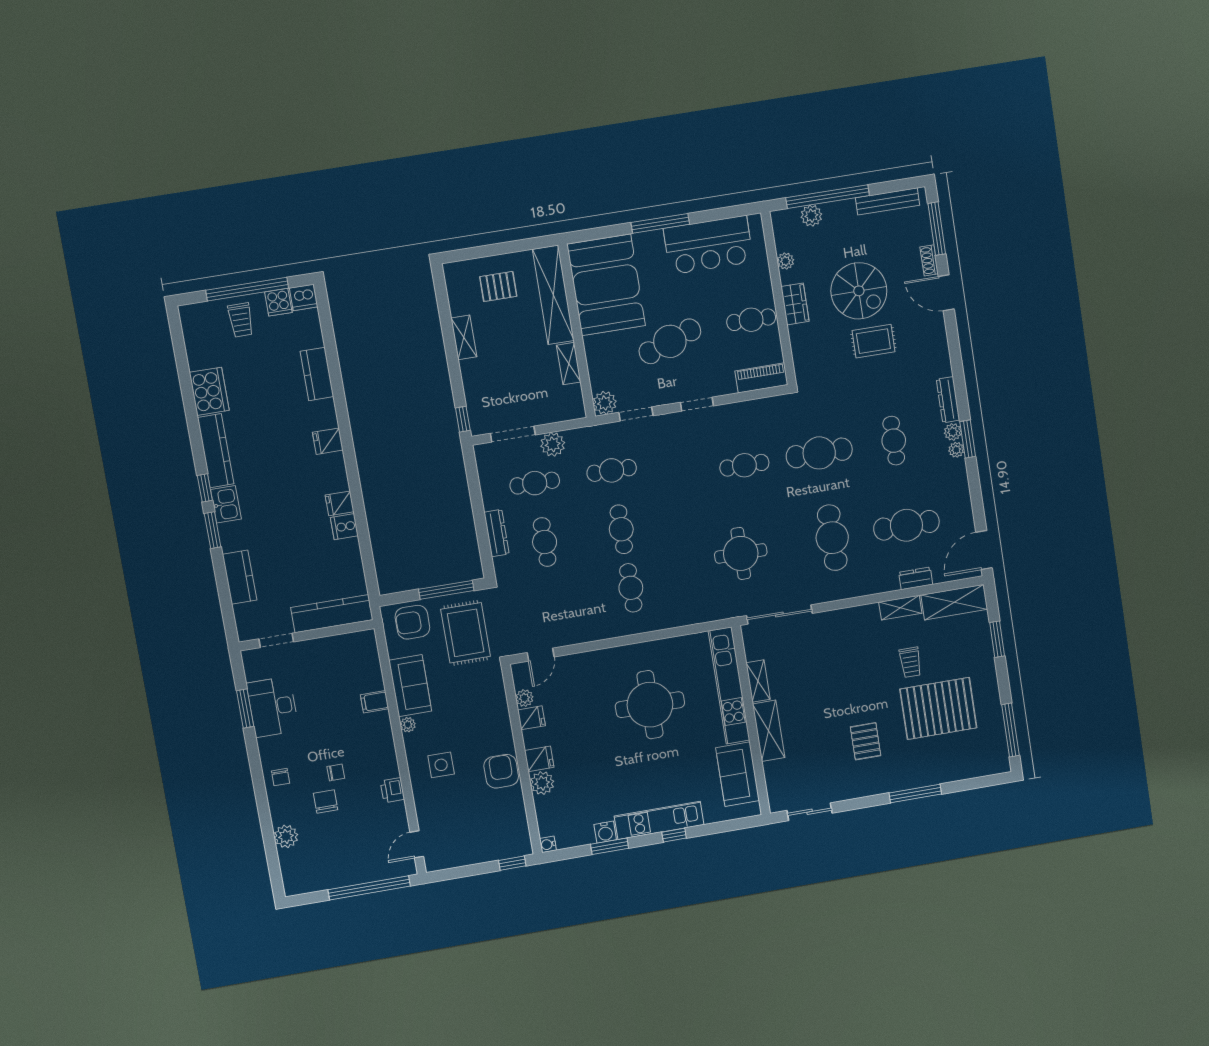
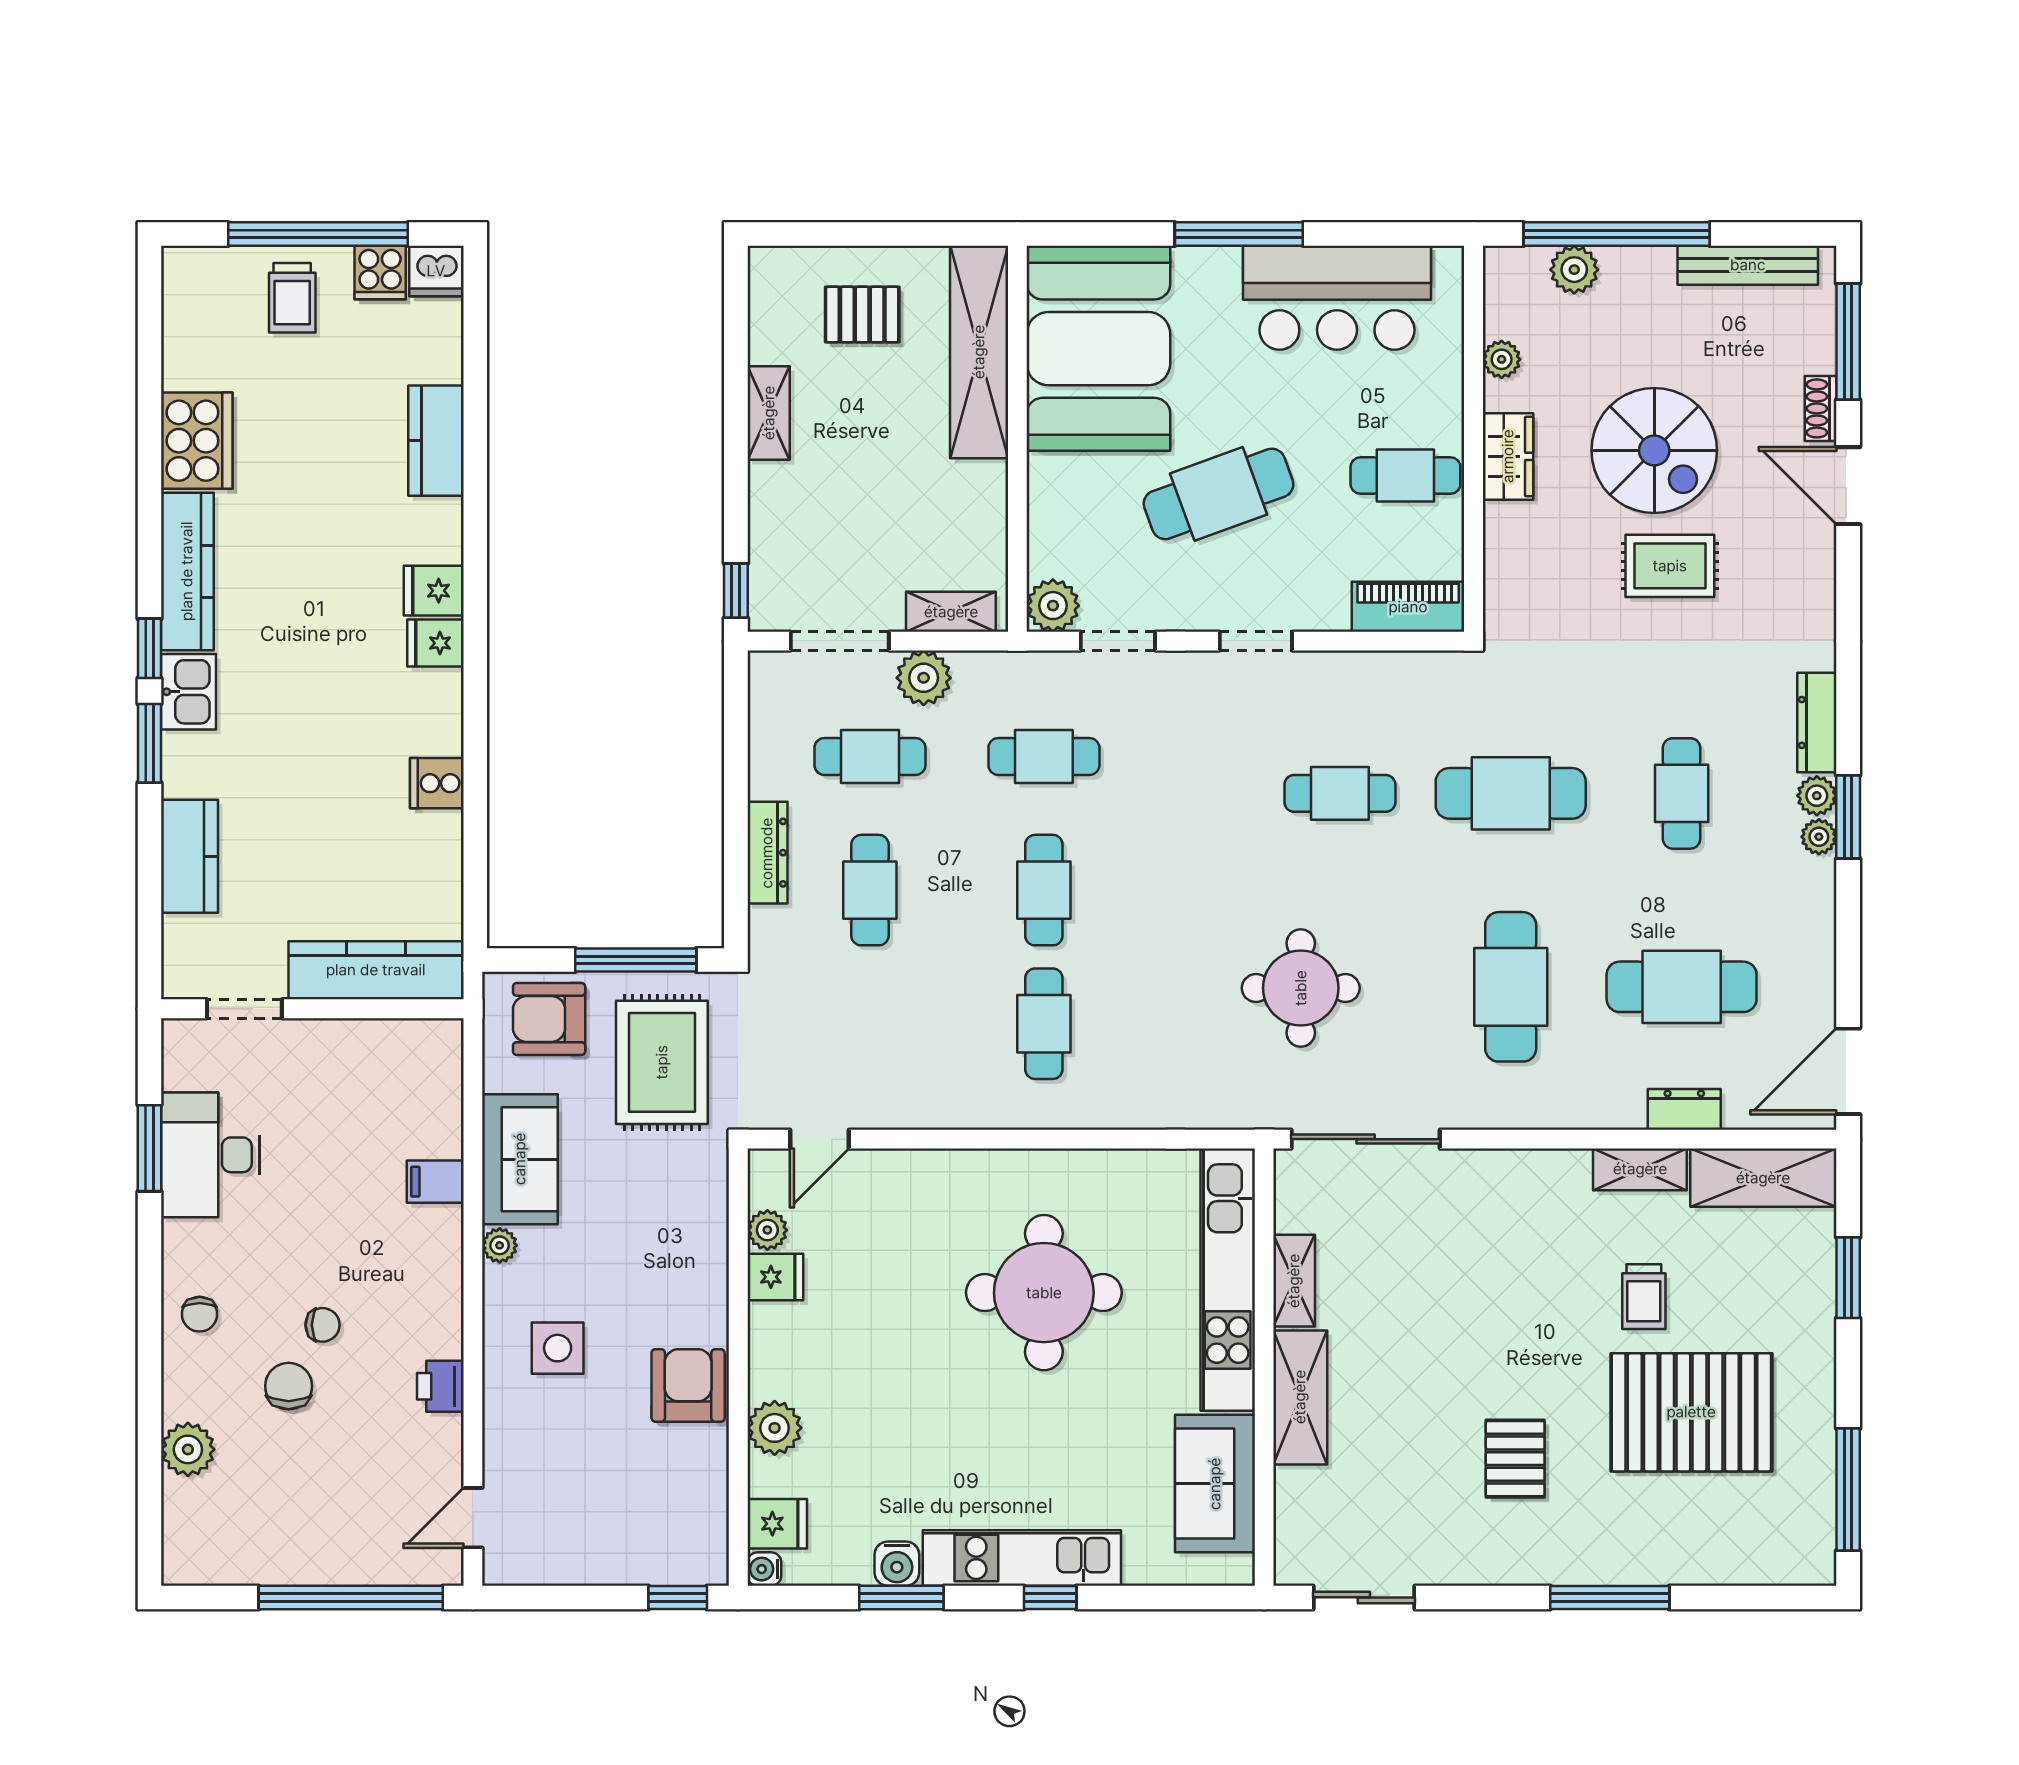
shelving: (569, 364) -> (951, 612), moved, turned 90
fridge: (340, 503) -> (435, 643), moved
fridge: (539, 759) -> (777, 1524), moved

